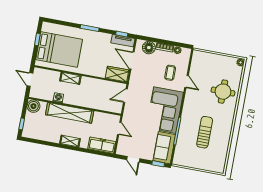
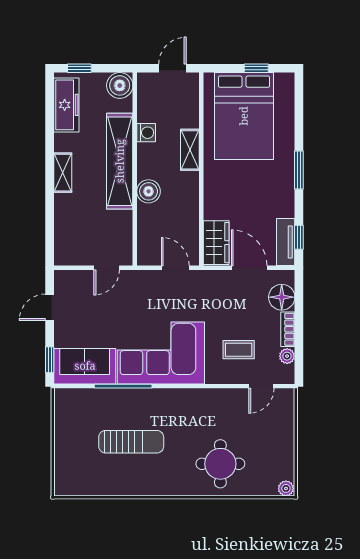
door: (132, 60) -> (249, 268), hinge flipped
door: (186, 82) -> (261, 386), moved
boiler: (87, 102) -> (149, 191), added
freezer: (102, 145) -> (66, 105), moved

